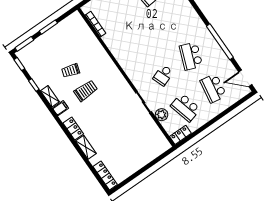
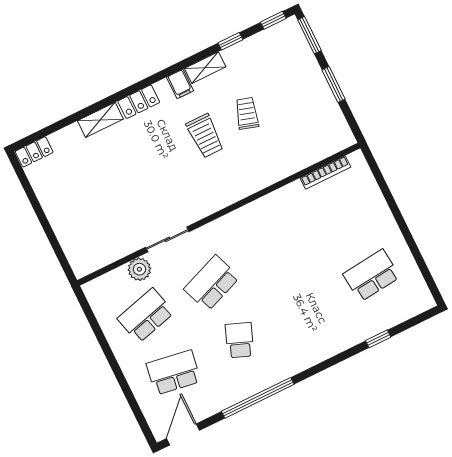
school desk: (191, 56) -> (240, 340), width x0.54
school desk: (163, 75) -> (212, 283), width x1.85
locker: (180, 135) -> (97, 298), removed
locker: (105, 176) -> (34, 152), width x0.66

